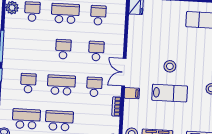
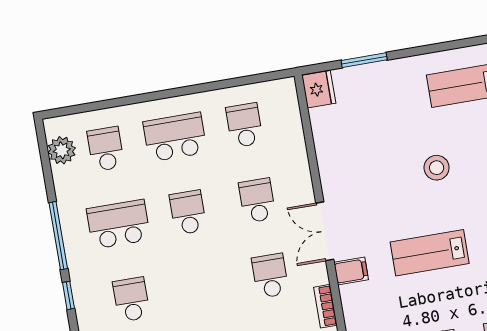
stool: (170, 66) -> (437, 168), moved
school desk: (61, 85) -> (118, 224), moved
lab bench: (170, 93) -> (430, 253), turned 180

